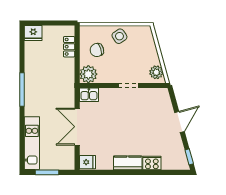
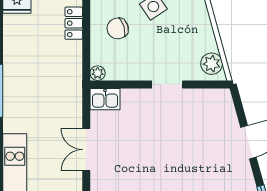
plant: (88, 74) -> (98, 73), width x0.53, depth x0.53
double door: (77, 127) -> (86, 150), width x0.73

